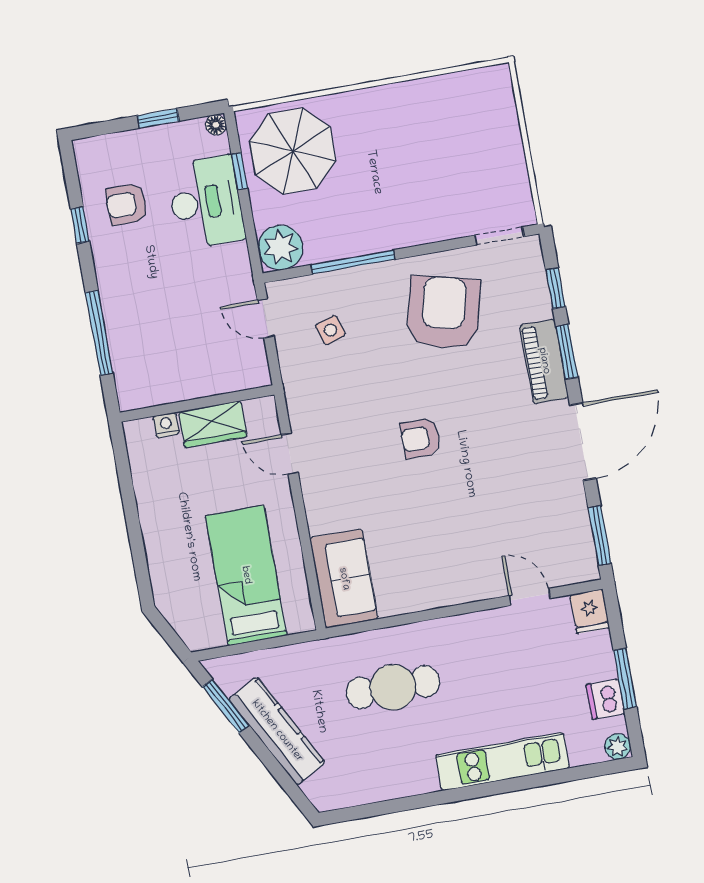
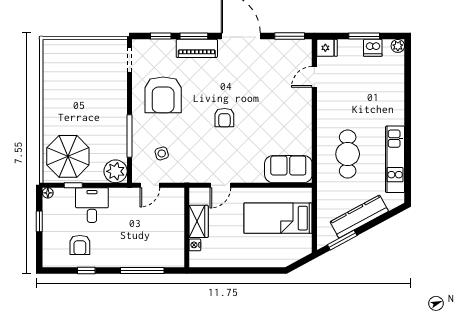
desk: (206, 202) -> (92, 205), width x0.73
armchair: (444, 313) -> (163, 95), turned -104
kitchen unit: (503, 762) -> (395, 159), moved

